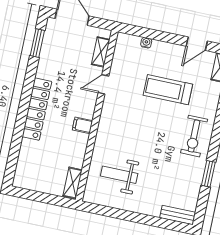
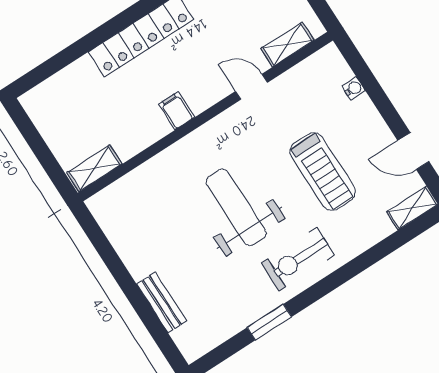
treadmill: (168, 90) -> (323, 172), turned 180
weight bench: (119, 175) -> (236, 207), moved, width x1.36, depth x1.33
bench: (178, 215) -> (162, 302), moved

